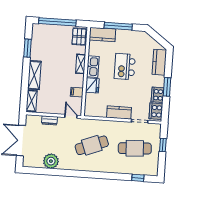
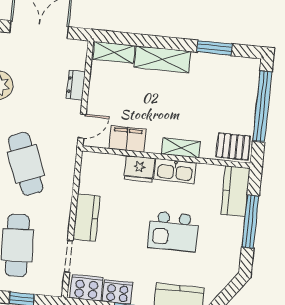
kitchen island: (125, 67) -> (173, 231), turned 180
filing cabinet: (77, 92) -> (128, 139), width x2.00

